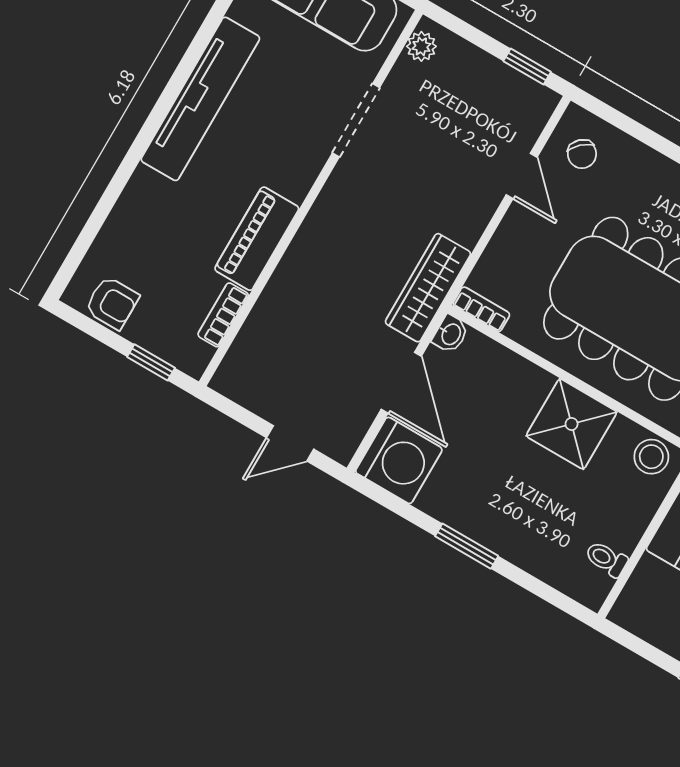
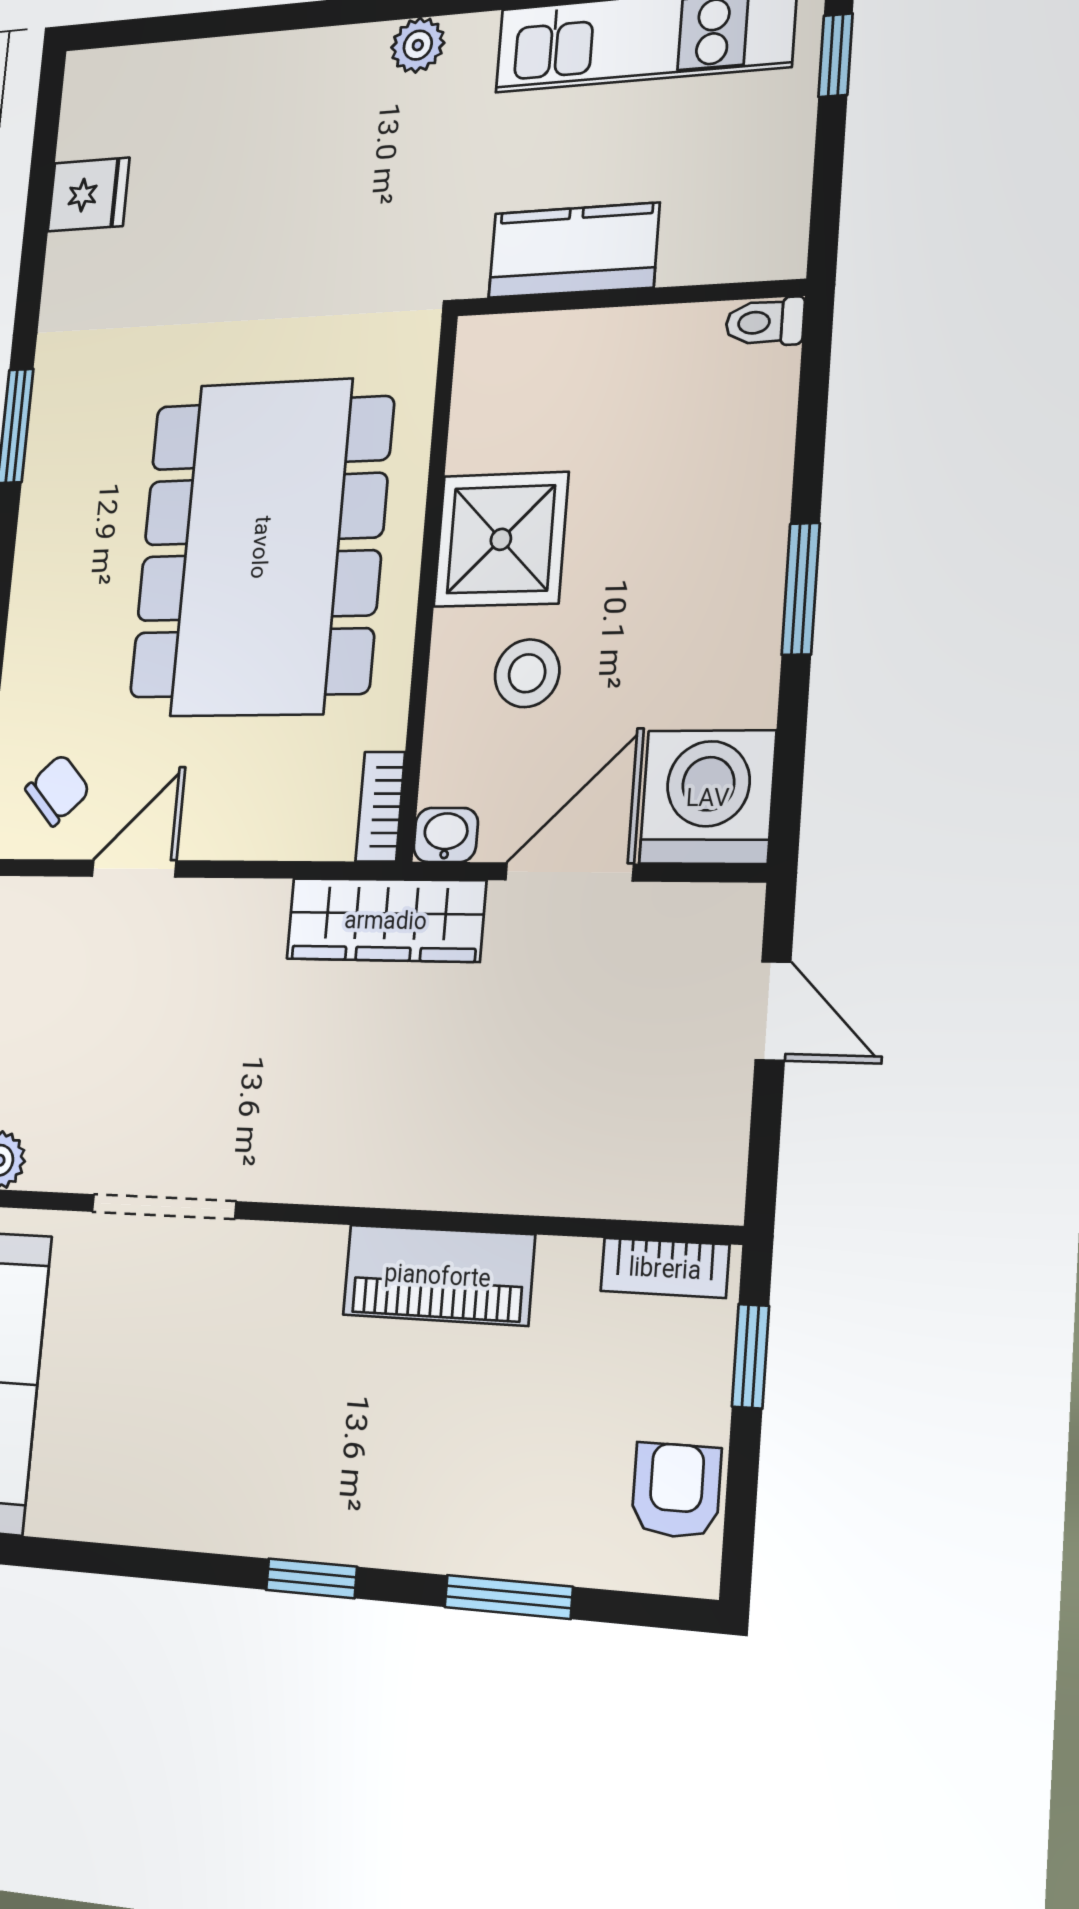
tv unit: (200, 99) -> (245, 1511), removed
window: (156, 118) -> (311, 1578), added
window: (104, 206) -> (508, 1597), added
bookcase: (223, 315) -> (665, 1268), moved
stool: (651, 457) -> (527, 673), moved
toilet: (606, 559) -> (765, 322), moved, turned 90

